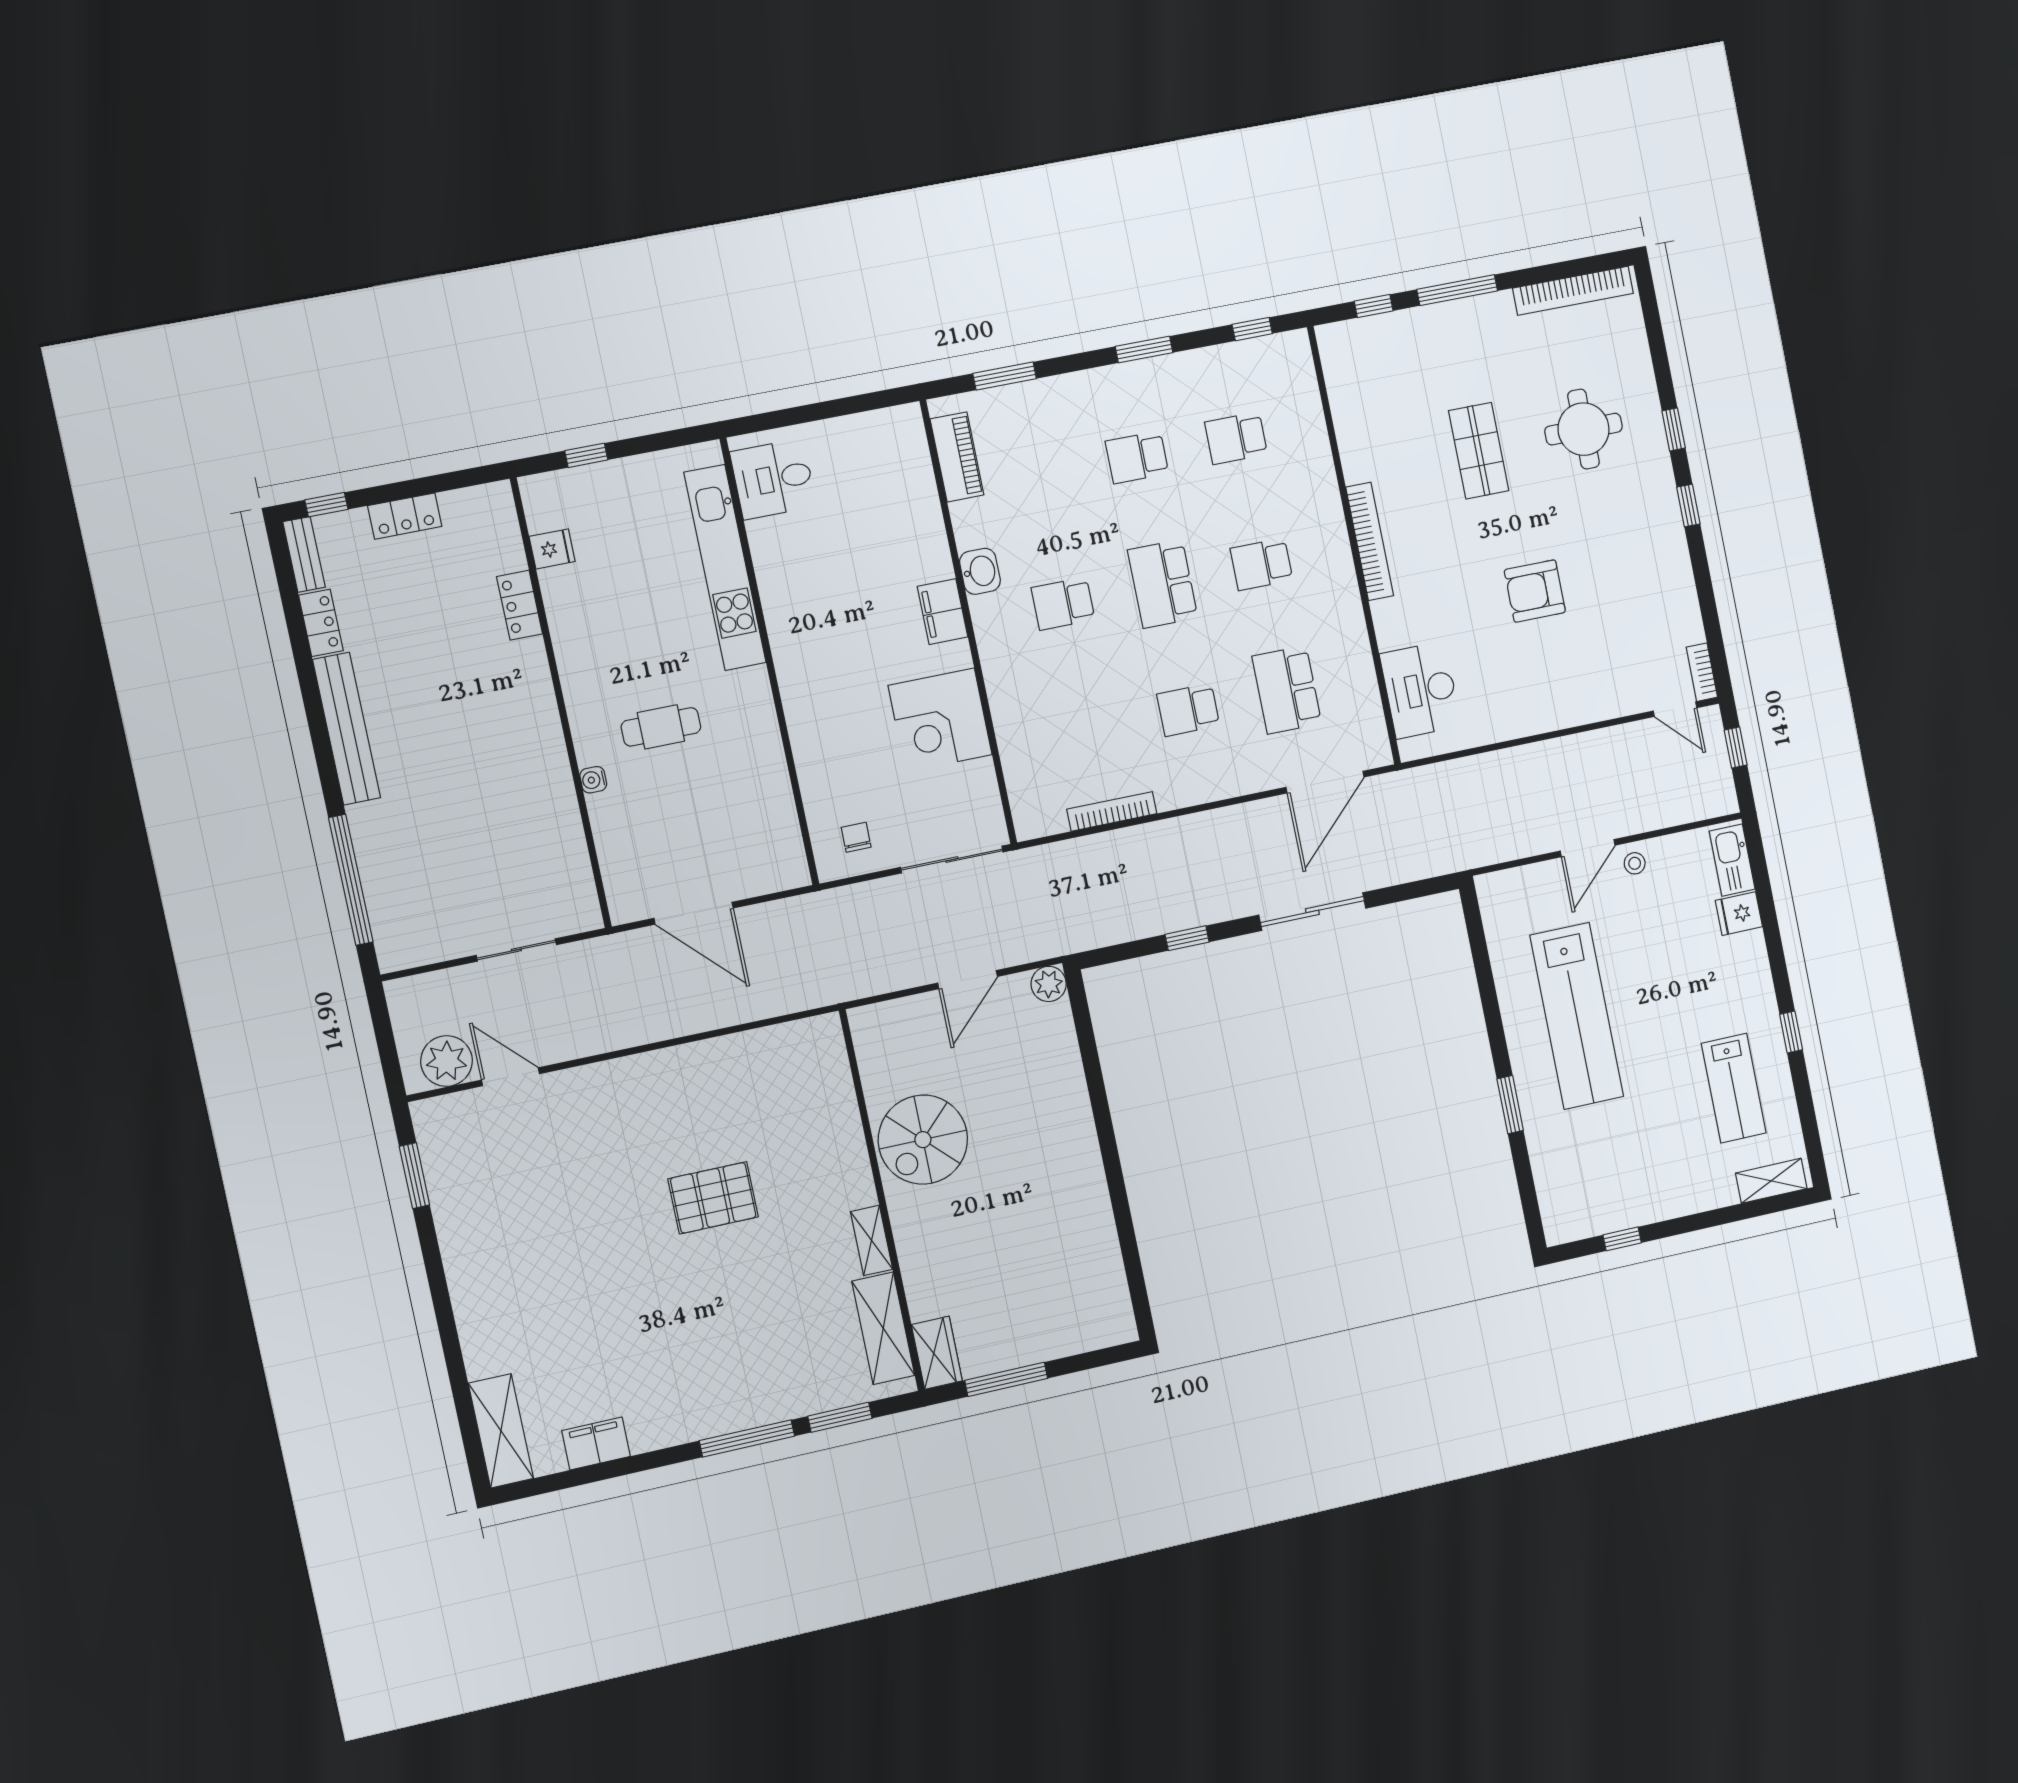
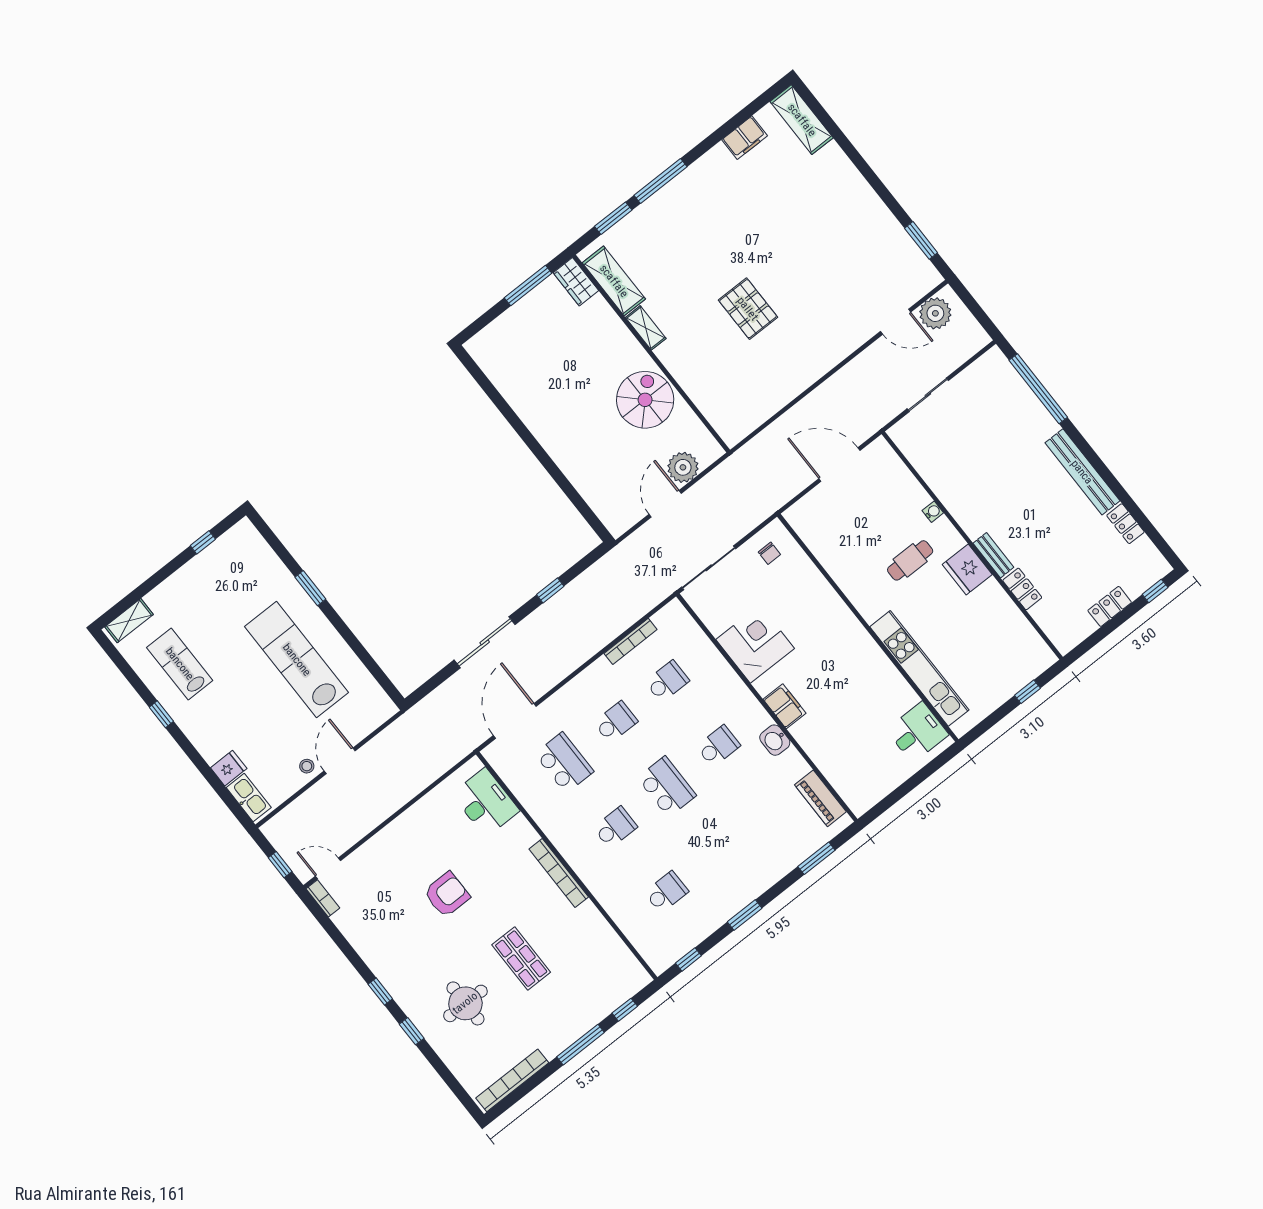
school desk: (1137, 457) -> (667, 681), moved
fridge: (552, 549) -> (967, 569), moved, width x1.88, depth x1.34
bench: (304, 554) -> (993, 555), moved
plant: (1049, 984) -> (683, 467), moved, width x1.36, depth x1.36
pallet: (713, 1198) -> (748, 309), turned 90

